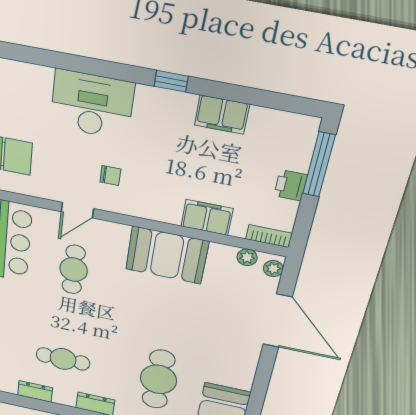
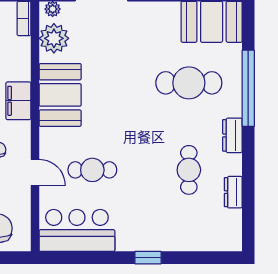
filing cabinet: (207, 217) -> (18, 101), moved
plant: (247, 257) -> (54, 38), width x1.88, depth x1.88

